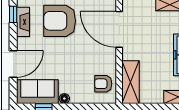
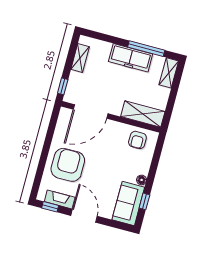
armchair: (60, 21) -> (68, 165), turned 180
door: (13, 64) -> (84, 216), moved

